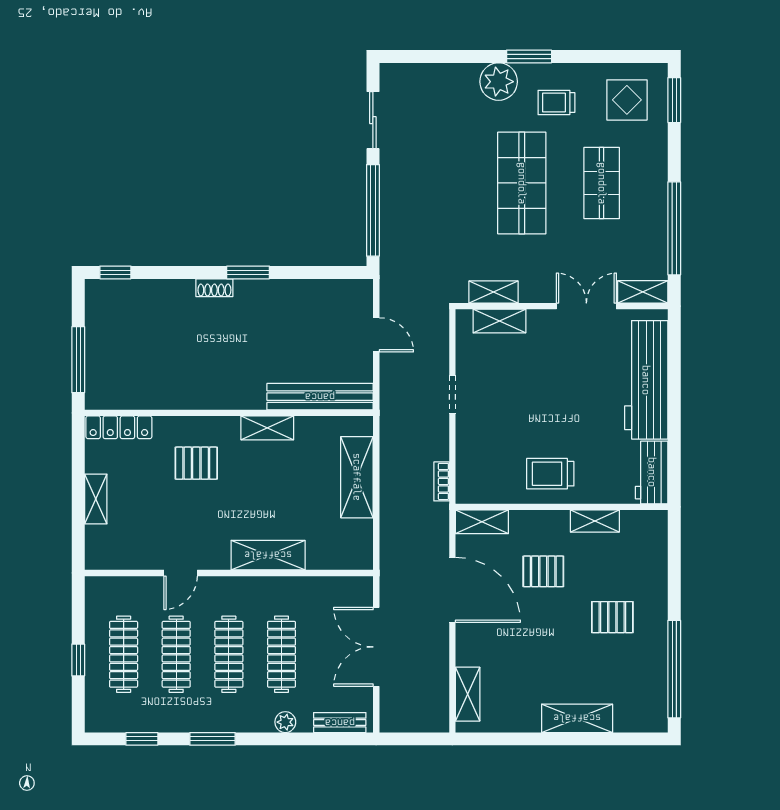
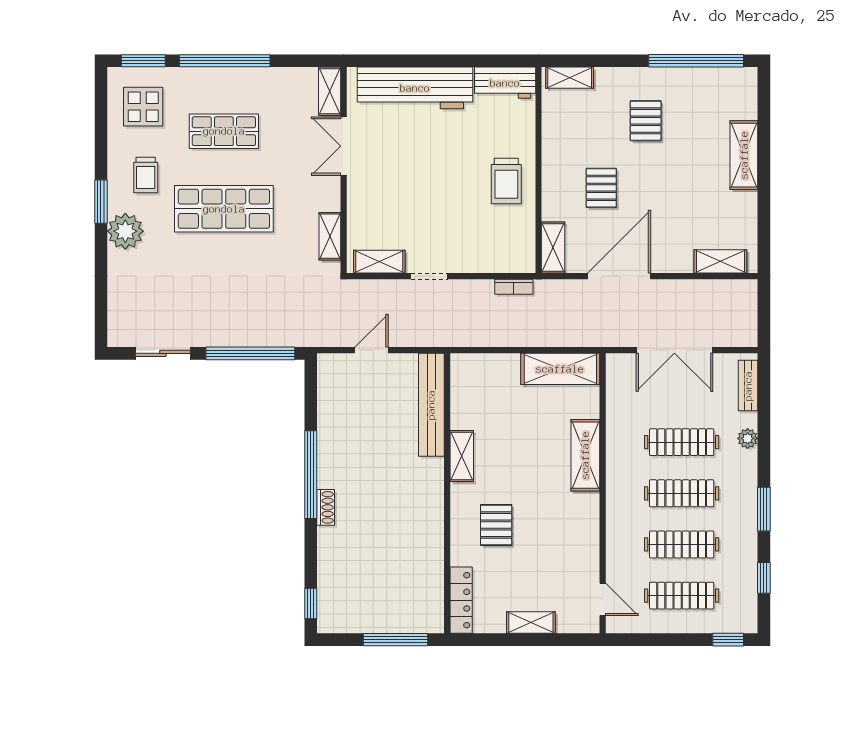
window: (674, 228) -> (225, 61), moved
window: (248, 272) -> (311, 475), width x2.11
shelving: (499, 321) -> (379, 262), moved, turned 90
shelving: (357, 477) -> (560, 369), moved
shelving: (595, 521) -> (570, 78), moved, turned 90
door: (181, 573) -> (603, 599), moved
window: (78, 660) -> (728, 640), moved

